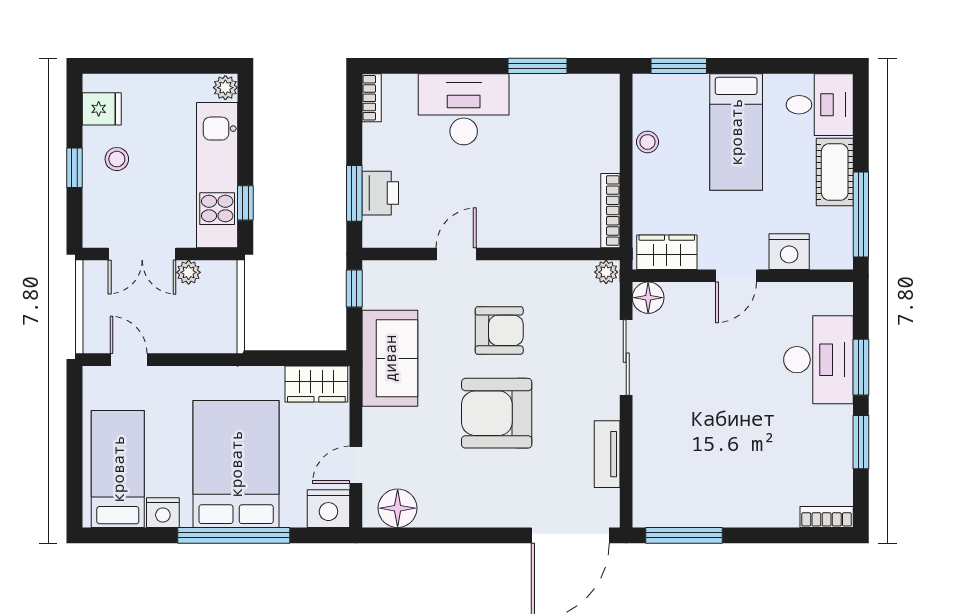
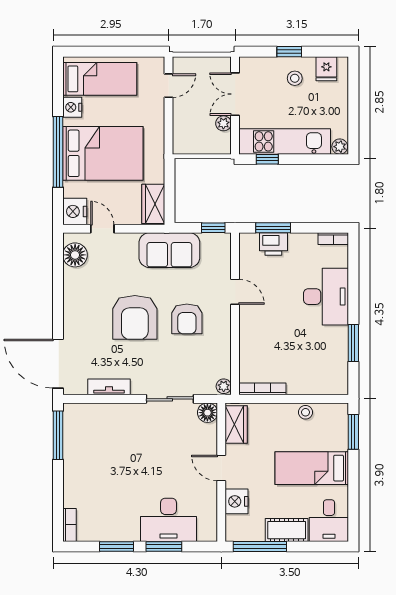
armchair: (497, 413) -> (135, 317), turned 180

